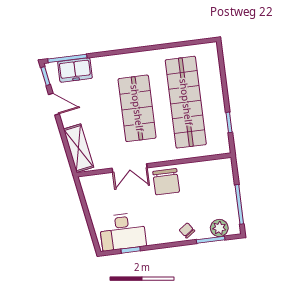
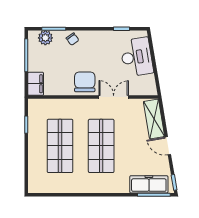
freezer: (75, 70) -> (149, 184), width x1.40
shop shelf: (186, 102) -> (60, 146), width x0.71
door: (54, 104) -> (168, 146), moved
filing cabinet: (224, 172) -> (36, 84), added
desk: (123, 232) -> (137, 57), moved, turned 80

